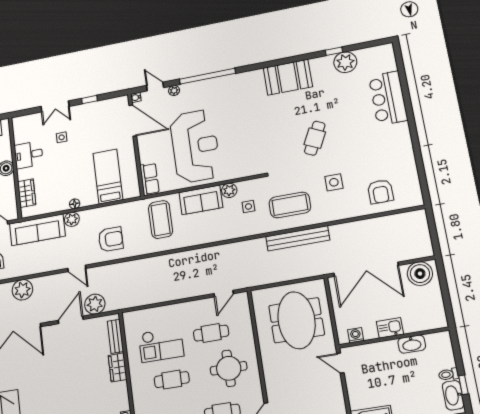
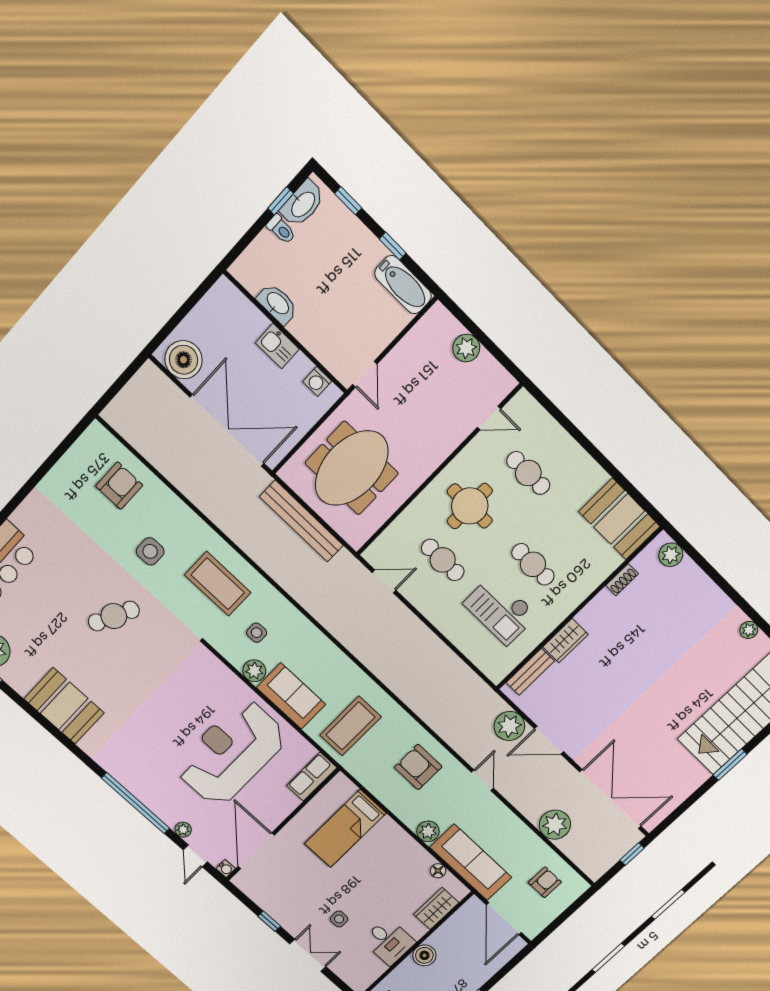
floor lamp: (75, 204) -> (438, 871), moved
bench: (298, 238) -> (301, 521), moved
checkout: (161, 345) -> (500, 609), turned 180

